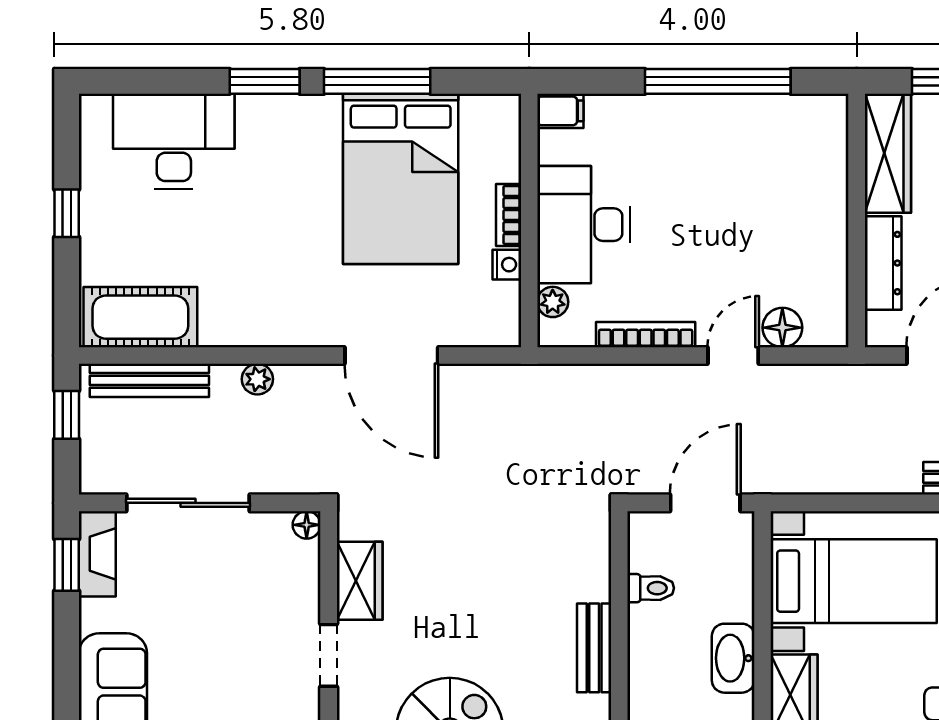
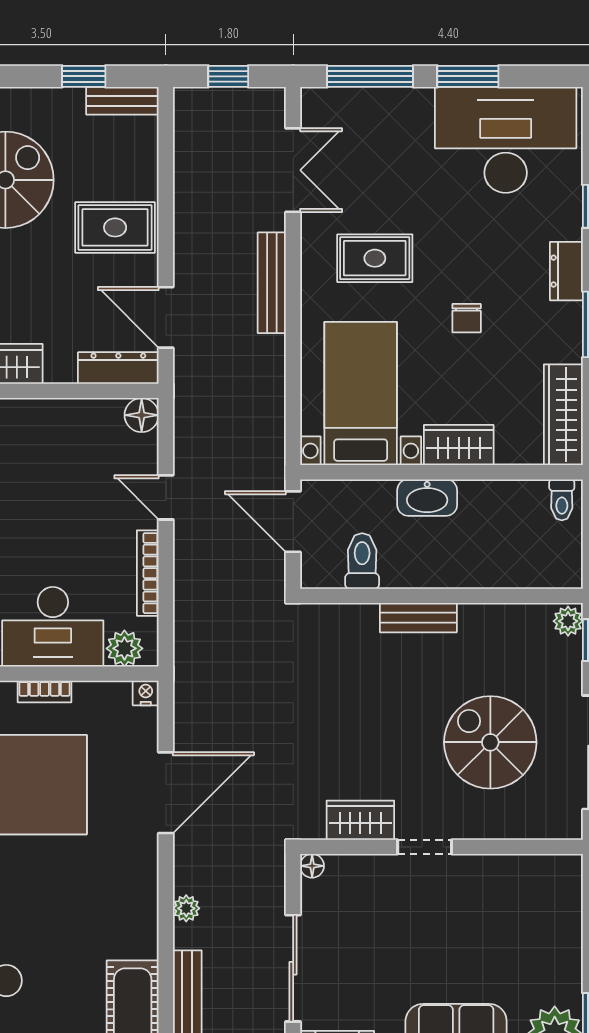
dresser: (883, 263) -> (118, 368), moved
nightstand: (507, 265) -> (146, 693), moved
plant: (553, 302) -> (124, 648), width x1.38, depth x1.38
floor lamp: (782, 328) -> (142, 415), moved
toilet: (651, 588) -> (362, 561), width x1.37, depth x1.39

